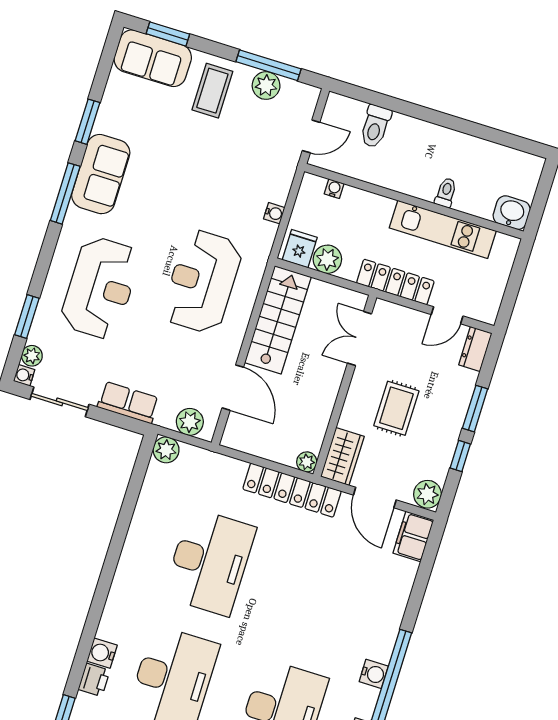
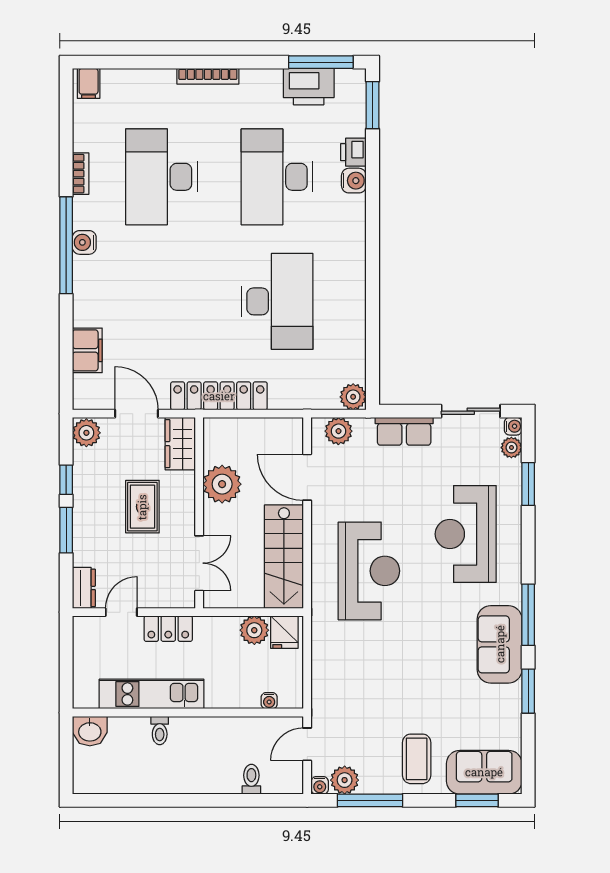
plant: (266, 86) -> (345, 780), moved
toilet: (375, 126) -> (251, 779), width x0.73, depth x0.72
water cooler: (274, 213) -> (320, 785), moved, turned -90
locker: (395, 282) -> (168, 629), width x0.66
plant: (307, 462) -> (222, 484), moved, width x1.88, depth x1.88
filing cabinet: (413, 536) -> (87, 350), moved
desk: (210, 562) -> (277, 301), turned 180

